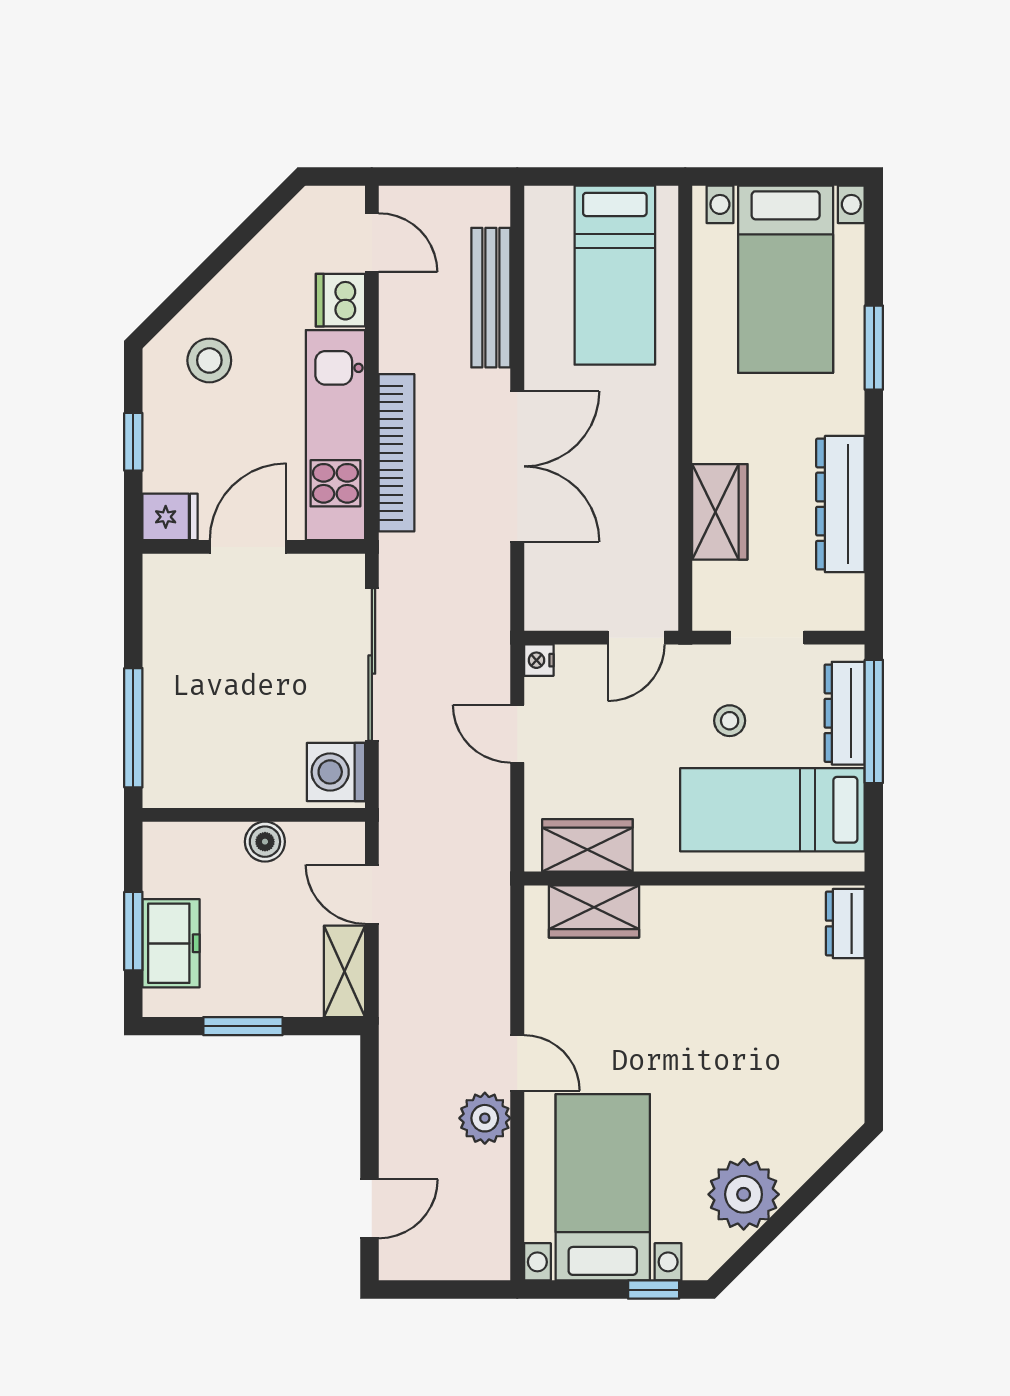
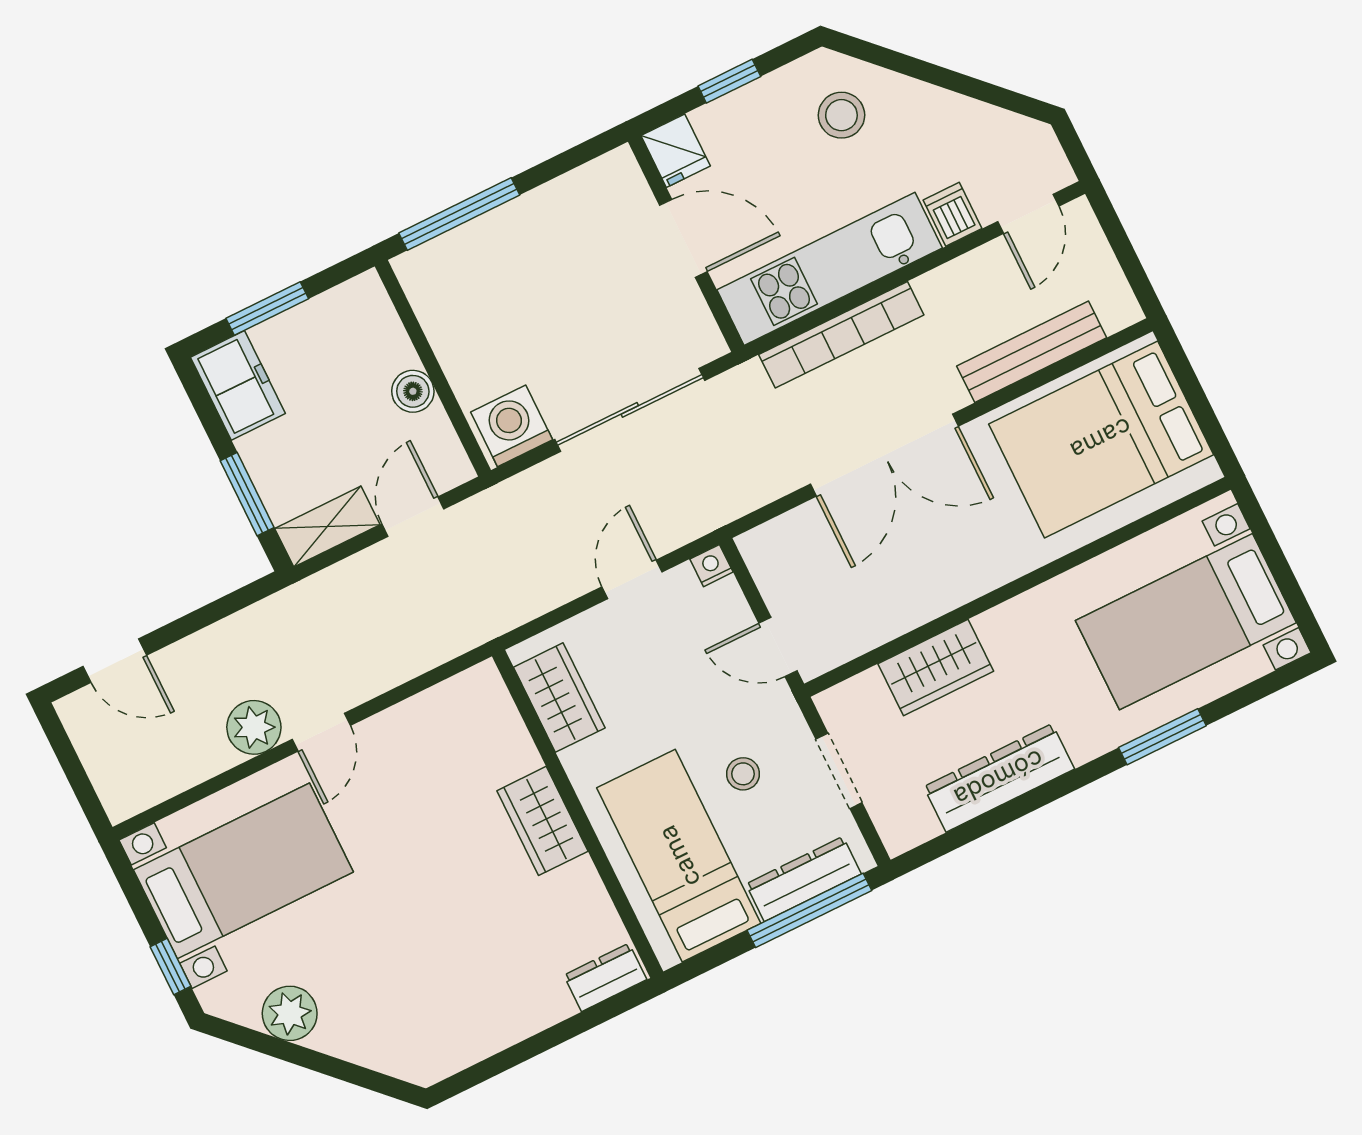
bed: (615, 275) -> (1101, 439), width x1.50
dishwasher: (340, 300) -> (953, 214), width x0.73
wardrobe: (594, 911) -> (542, 821), moved
freezer: (171, 943) -> (238, 385), moved, turned -90
window: (243, 1026) -> (247, 494), moved
plant: (744, 1194) -> (290, 1013), width x0.73, depth x0.73

